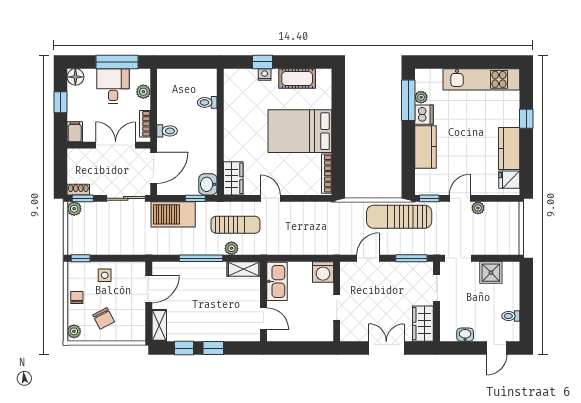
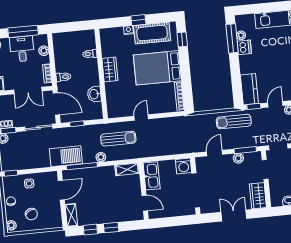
window: (262, 62) -> (138, 20), moved
cot: (297, 79) -> (152, 33), width x1.37, depth x1.34
window: (338, 95) -> (182, 40), added
double door: (116, 145) -> (28, 90), swing flipped
kitchen counter: (426, 147) -> (249, 89), moved
door: (154, 168) -> (56, 104), hinge flipped
wardrobe: (233, 178) -> (110, 70), moved
washbasin: (208, 184) -> (94, 94), moved
window: (195, 198) -> (77, 124), moved
door: (270, 198) -> (141, 117), hinge flipped
barbecue: (173, 214) -> (66, 156), moved, turned 180
sun lounger: (399, 217) -> (234, 122), width x0.73, depth x0.75
plant: (232, 248) -> (101, 157), moved
window: (201, 258) -> (82, 166), moved
plant: (401, 269) -> (238, 158), added
doorway: (337, 308) -> (196, 190), width x1.87

